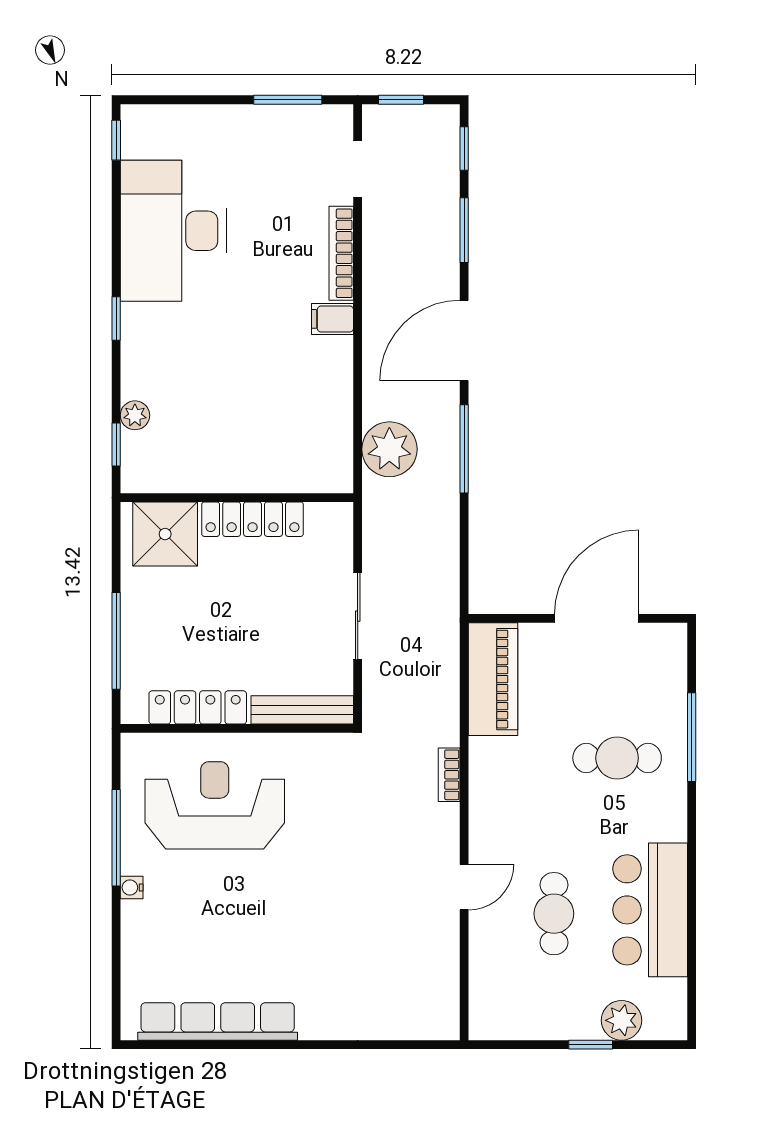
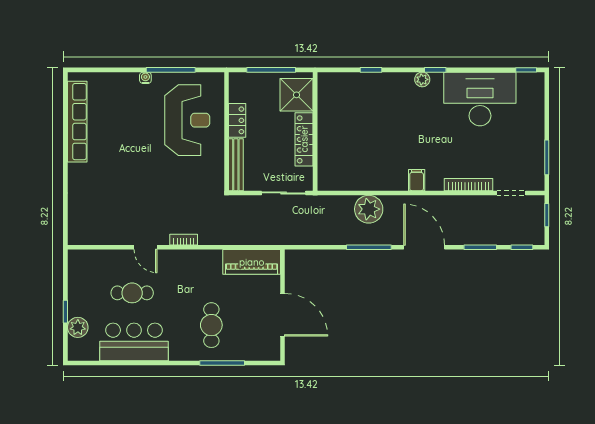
filing cabinet: (332, 319) -> (417, 180), moved
plant: (135, 415) -> (422, 79), moved
wall: (237, 498) -> (315, 131), moved
locker: (253, 519) -> (304, 139), moved
shower: (165, 534) -> (297, 95), moved
locker: (198, 707) -> (237, 120), width x0.66
bookcase: (449, 775) -> (184, 240), moved

